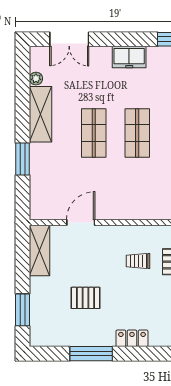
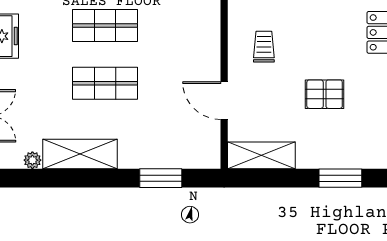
window: (23, 159) -> (161, 178), moved
trolley: (138, 261) -> (264, 47), moved, turned 180
pallet: (86, 298) -> (325, 94), turned 90

